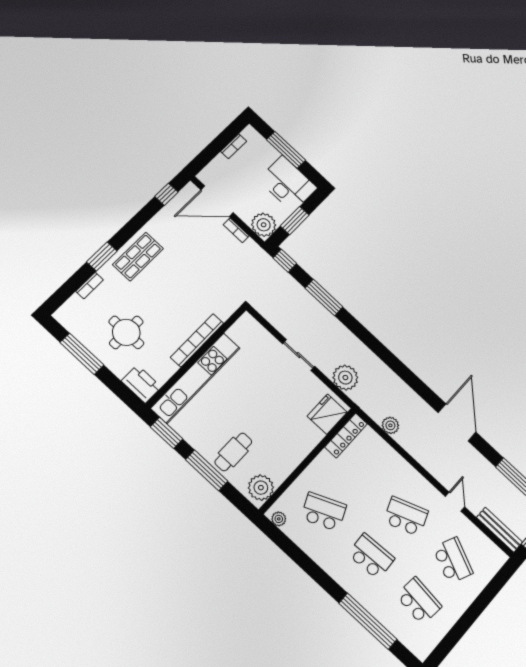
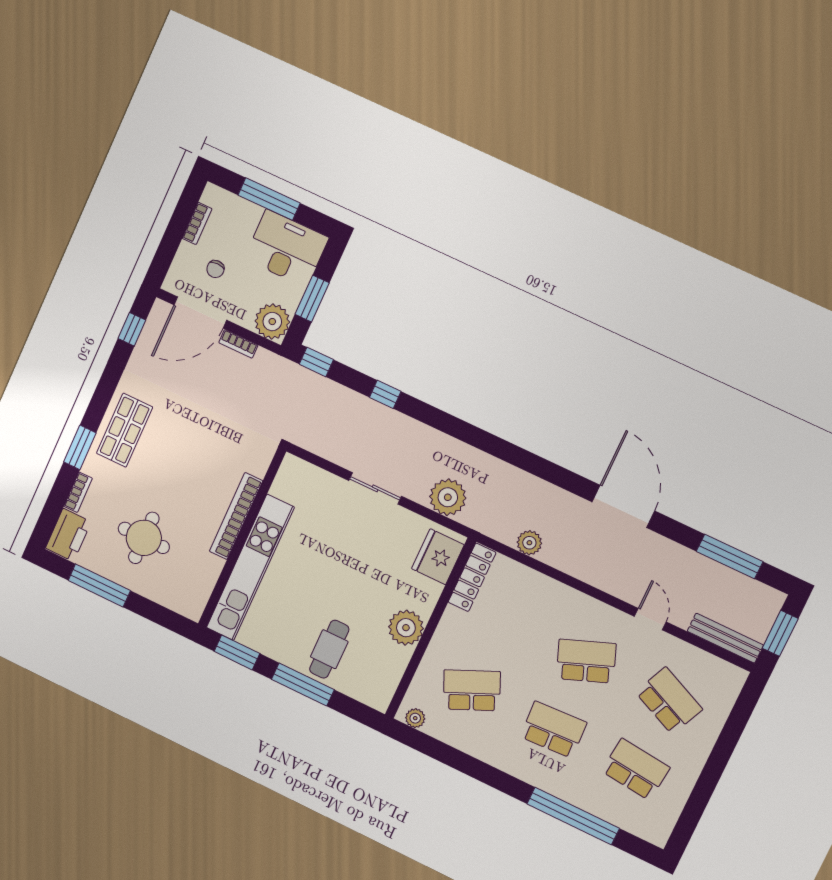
chair: (236, 178) -> (215, 269), added
window: (324, 297) -> (385, 394), width x0.46
printer: (141, 384) -> (68, 535), moved, turned 90
plant: (261, 488) -> (406, 628), moved

